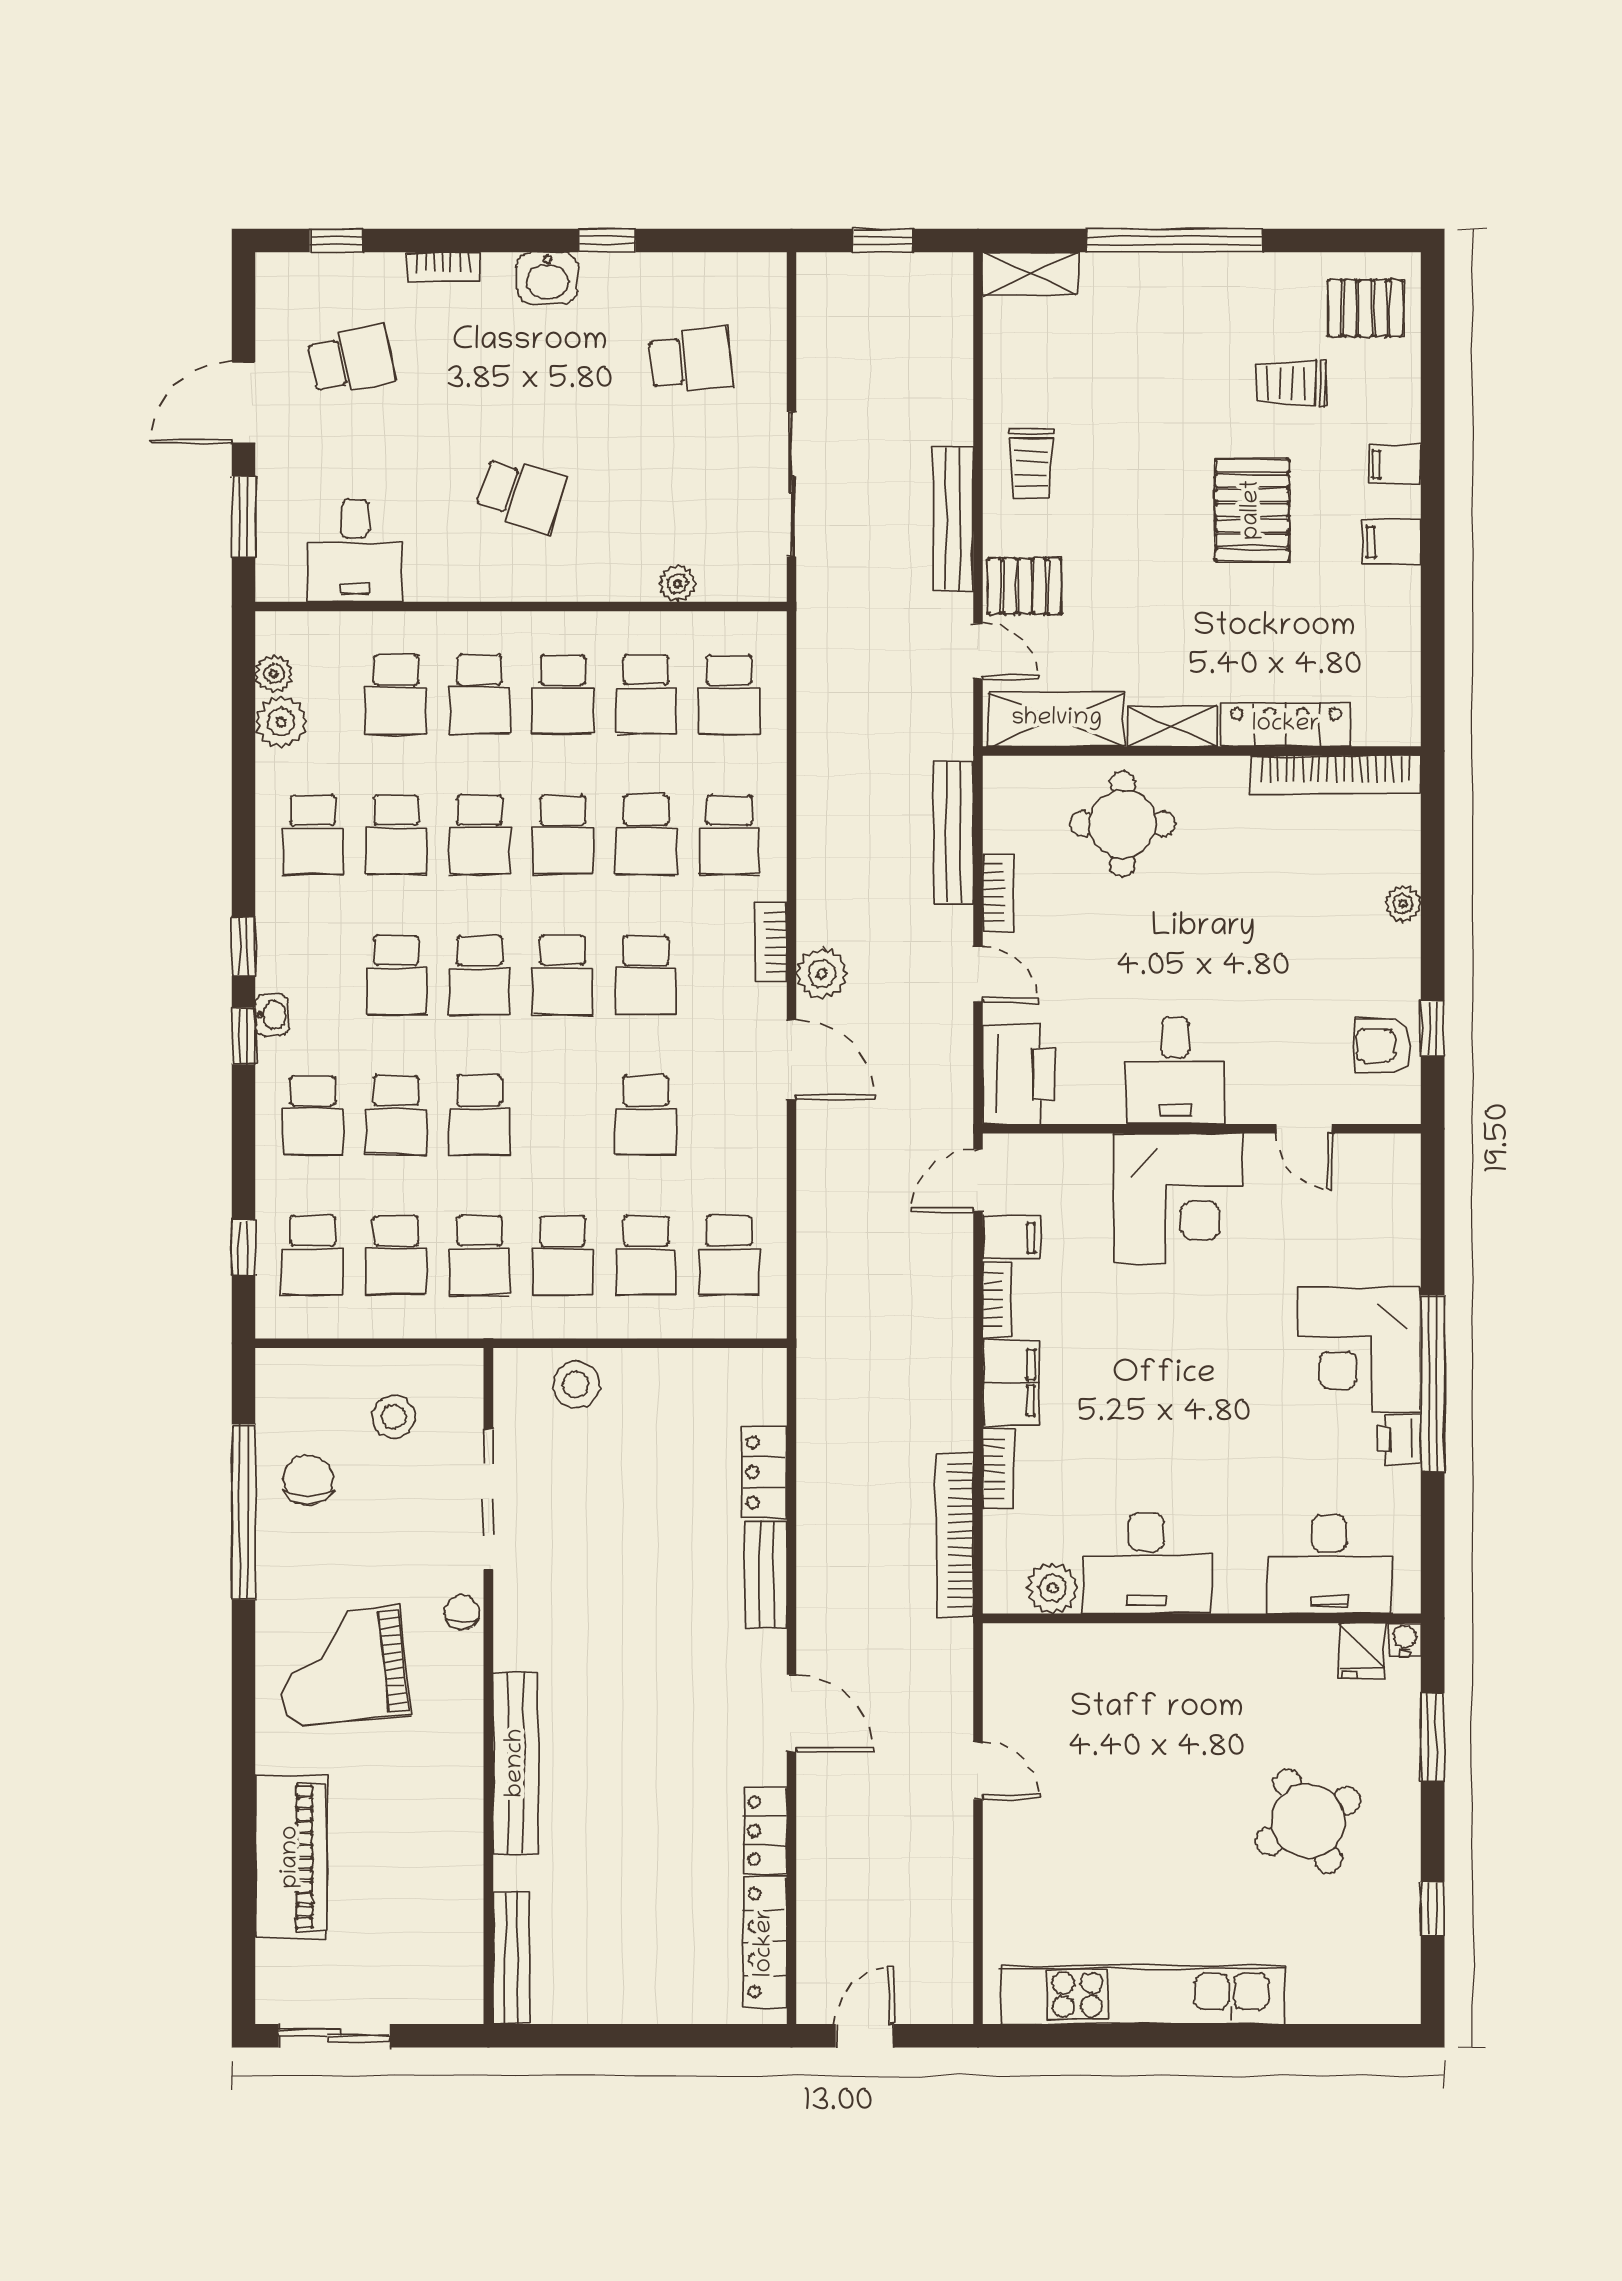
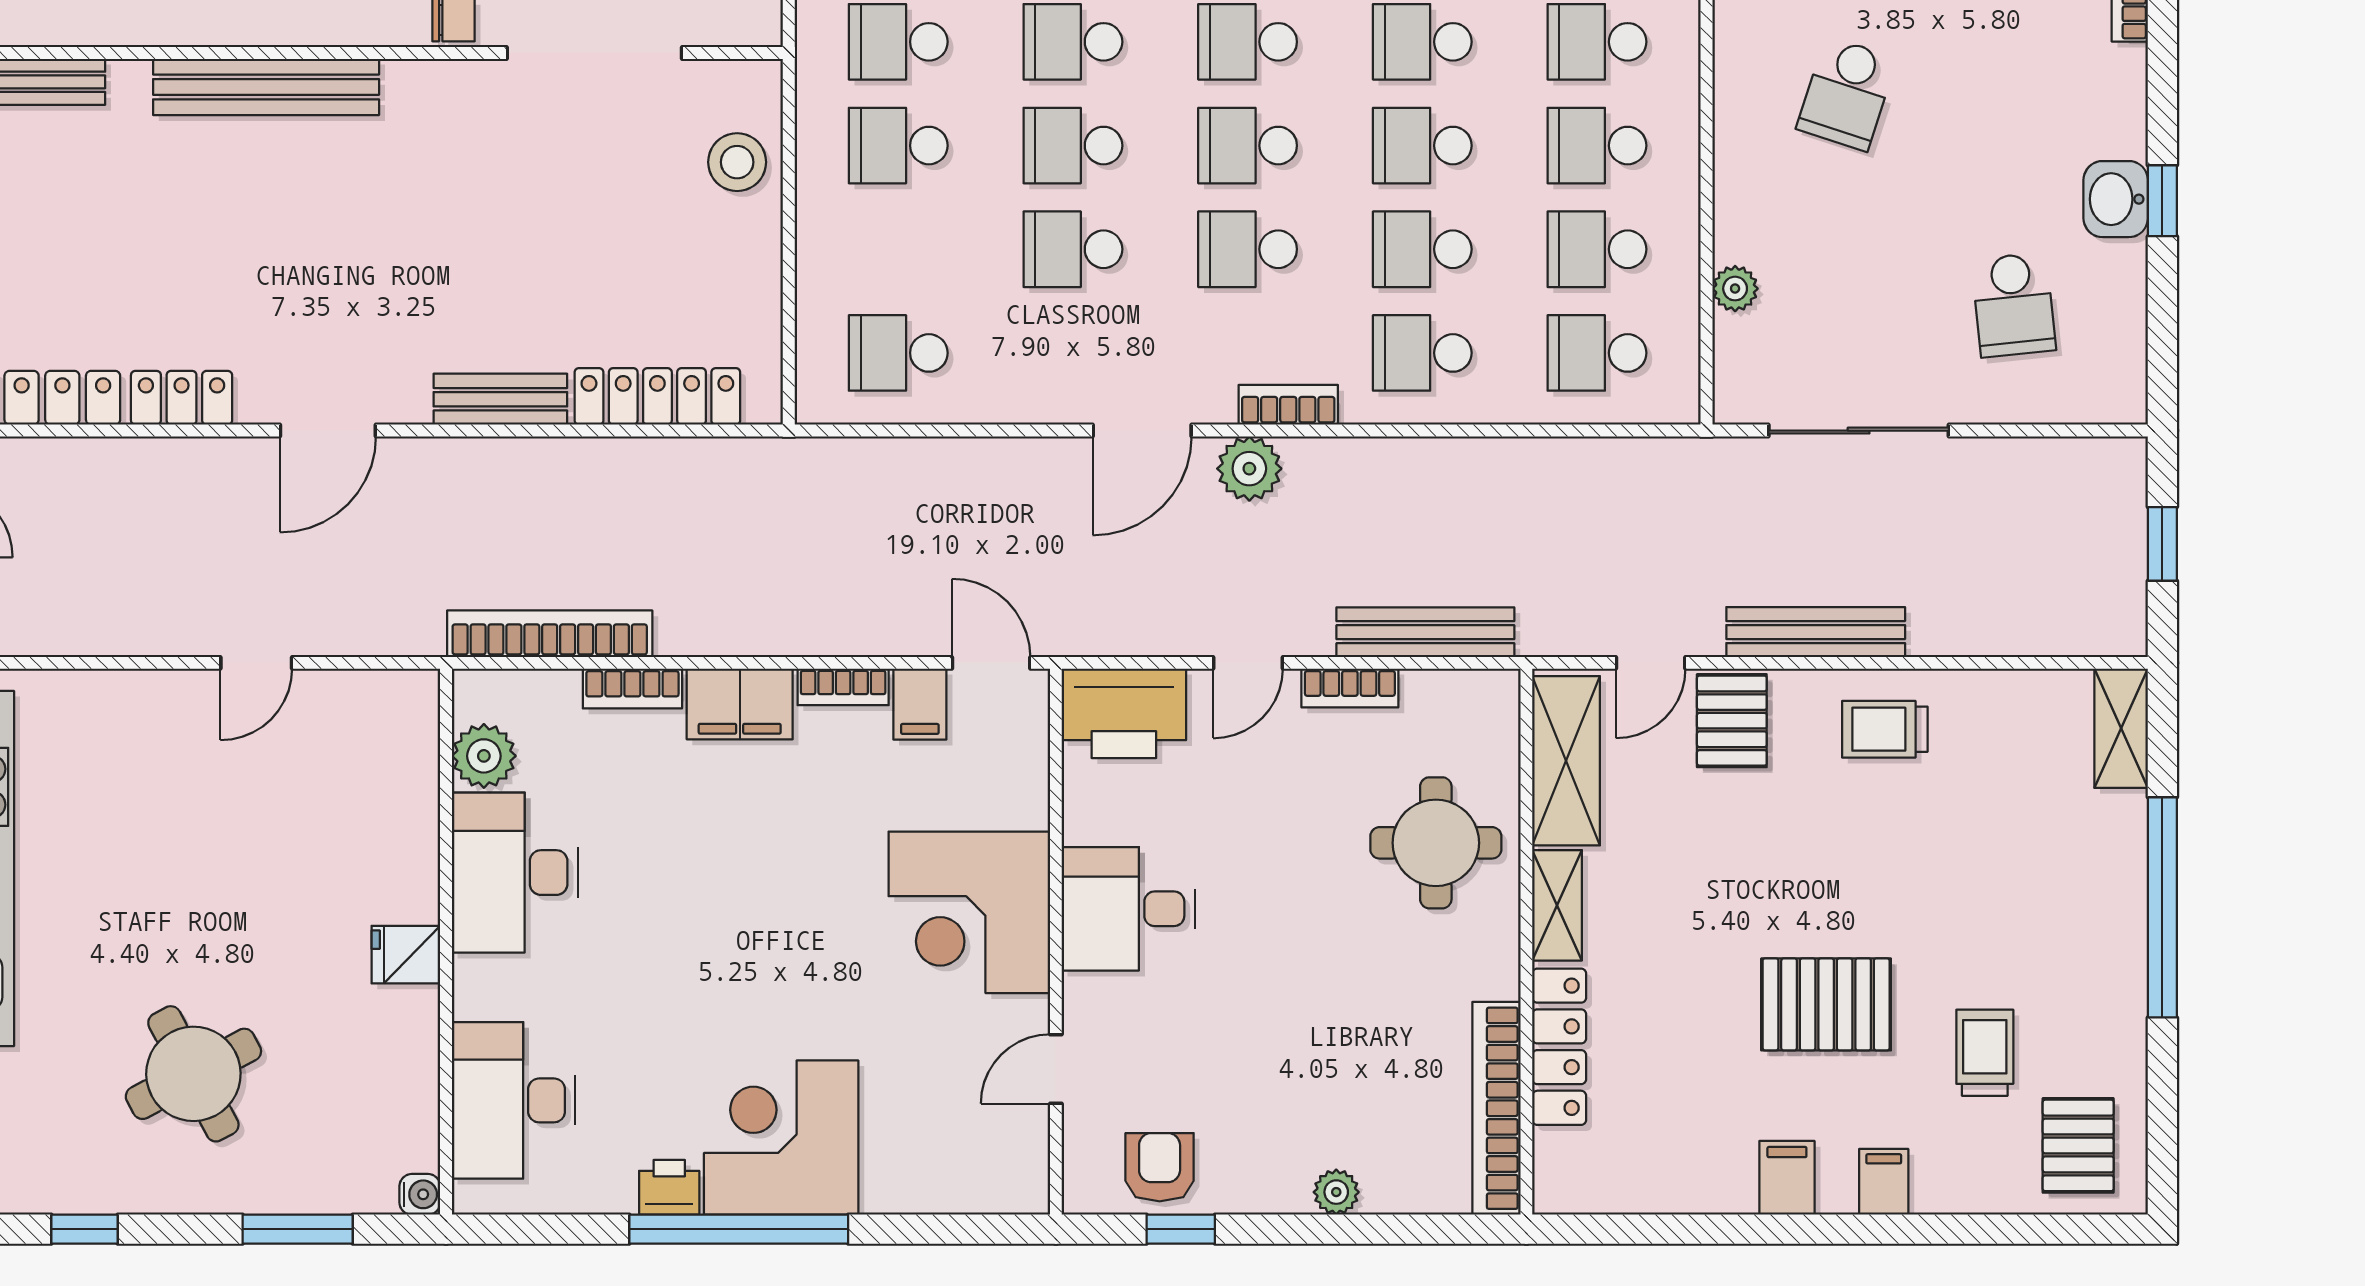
washbasin: (547, 278) -> (2116, 199), moved
school desk: (646, 1255) -> (1073, 146), moved
locker: (764, 1472) -> (657, 396), width x1.53
fridge: (1361, 1651) -> (406, 955), moved

